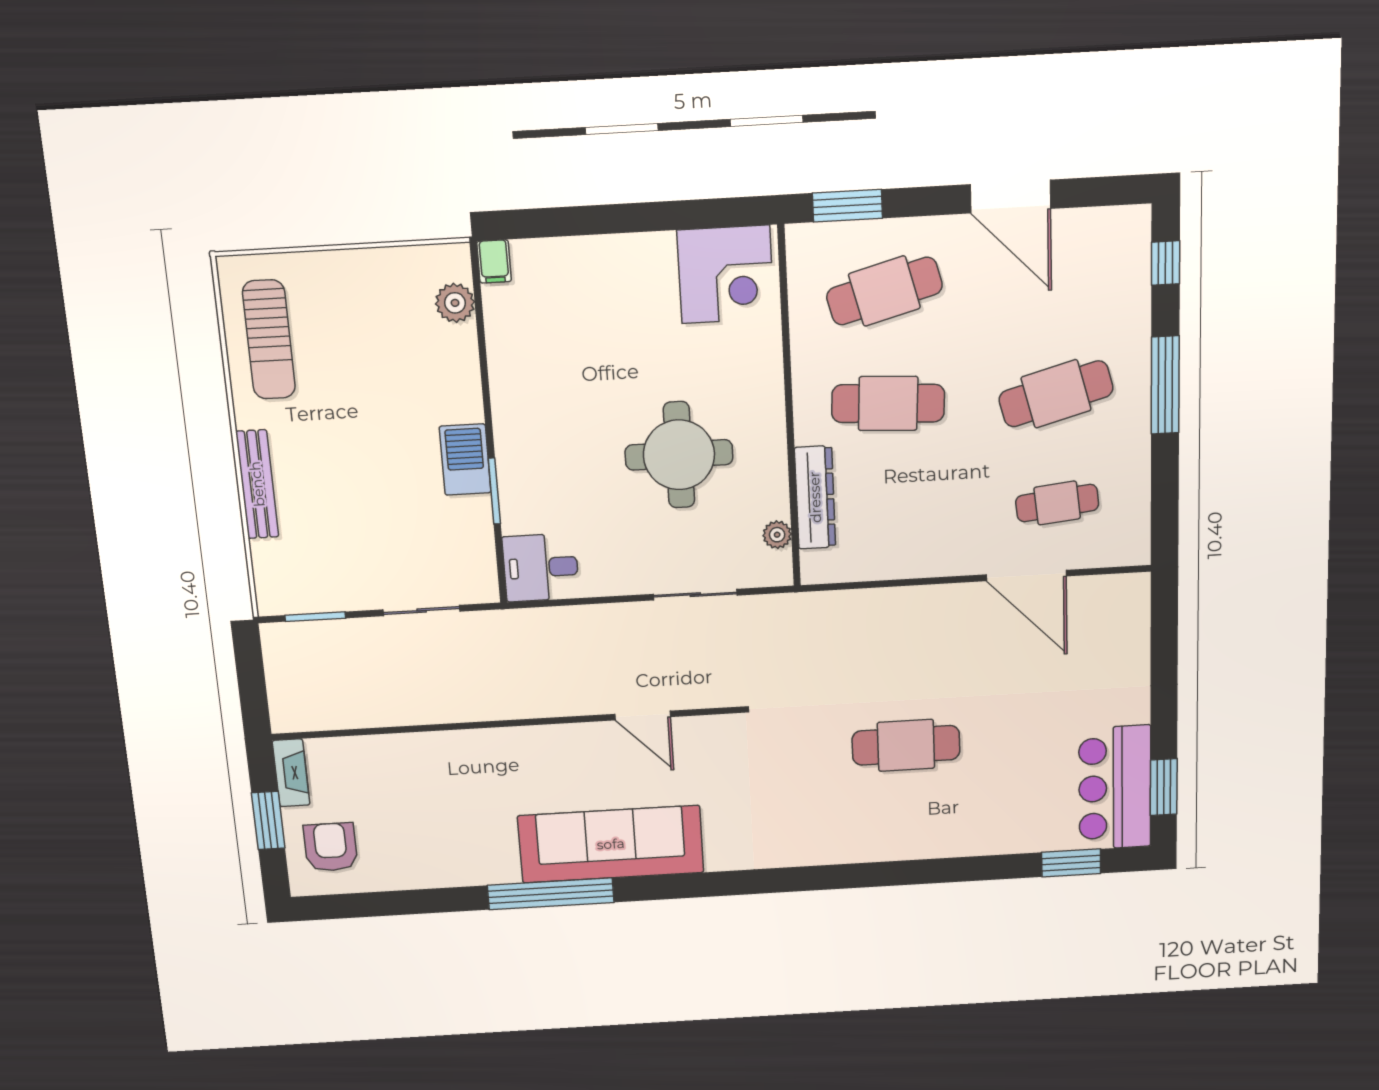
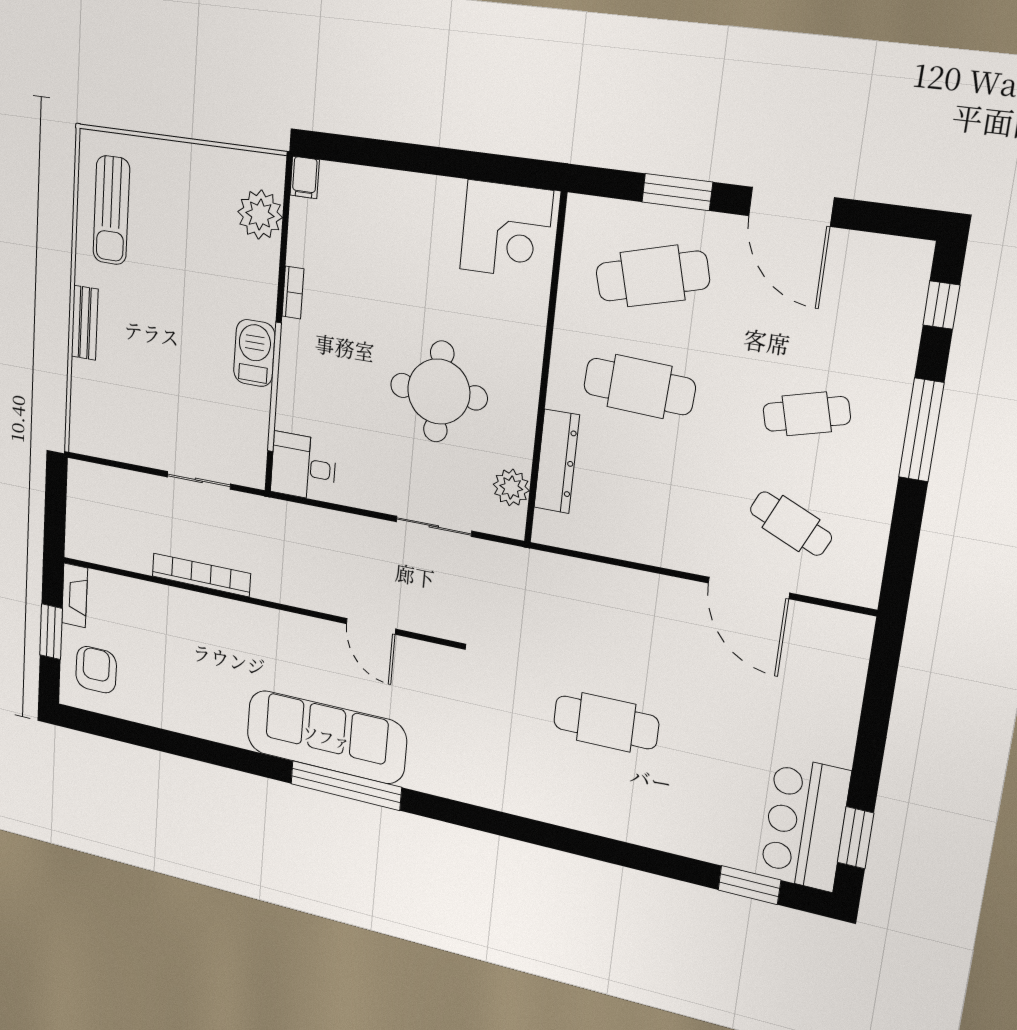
window: (847, 206) -> (677, 192), moved
plant: (455, 303) -> (260, 214), width x1.36, depth x1.36
bookcase: (500, 386) -> (293, 292), added
cafe table: (1056, 394) -> (807, 414), width x0.73, depth x0.74
bench: (257, 484) -> (85, 323), width x0.73
window: (494, 491) -> (274, 387), width x2.11
cafe table: (1057, 503) -> (791, 524), turned 30
plant: (777, 535) -> (511, 488), width x1.38, depth x1.38
window: (315, 617) -> (113, 464), removed
bookcase: (440, 711) -> (201, 575), added
window: (551, 894) -> (346, 786), moved

